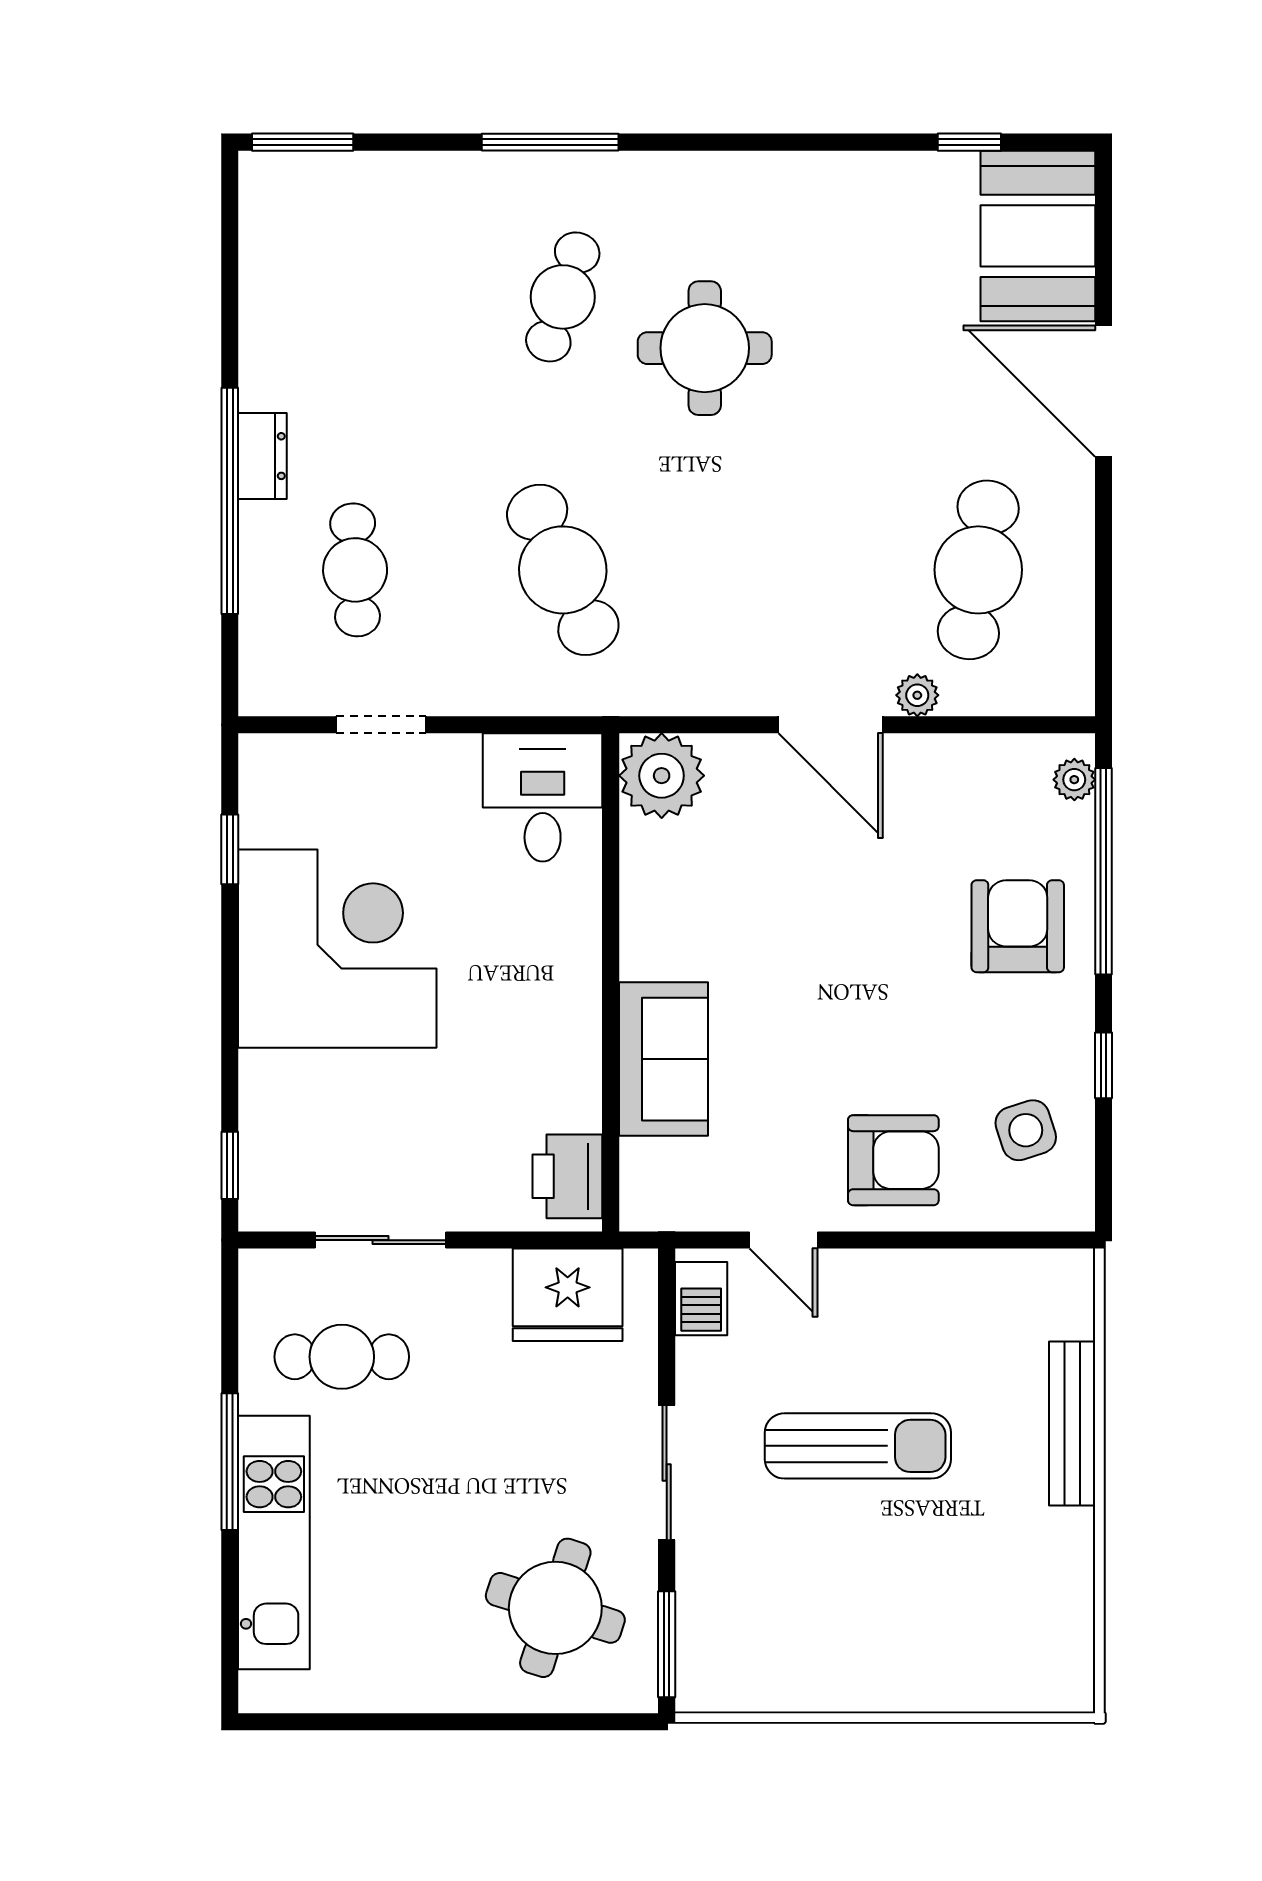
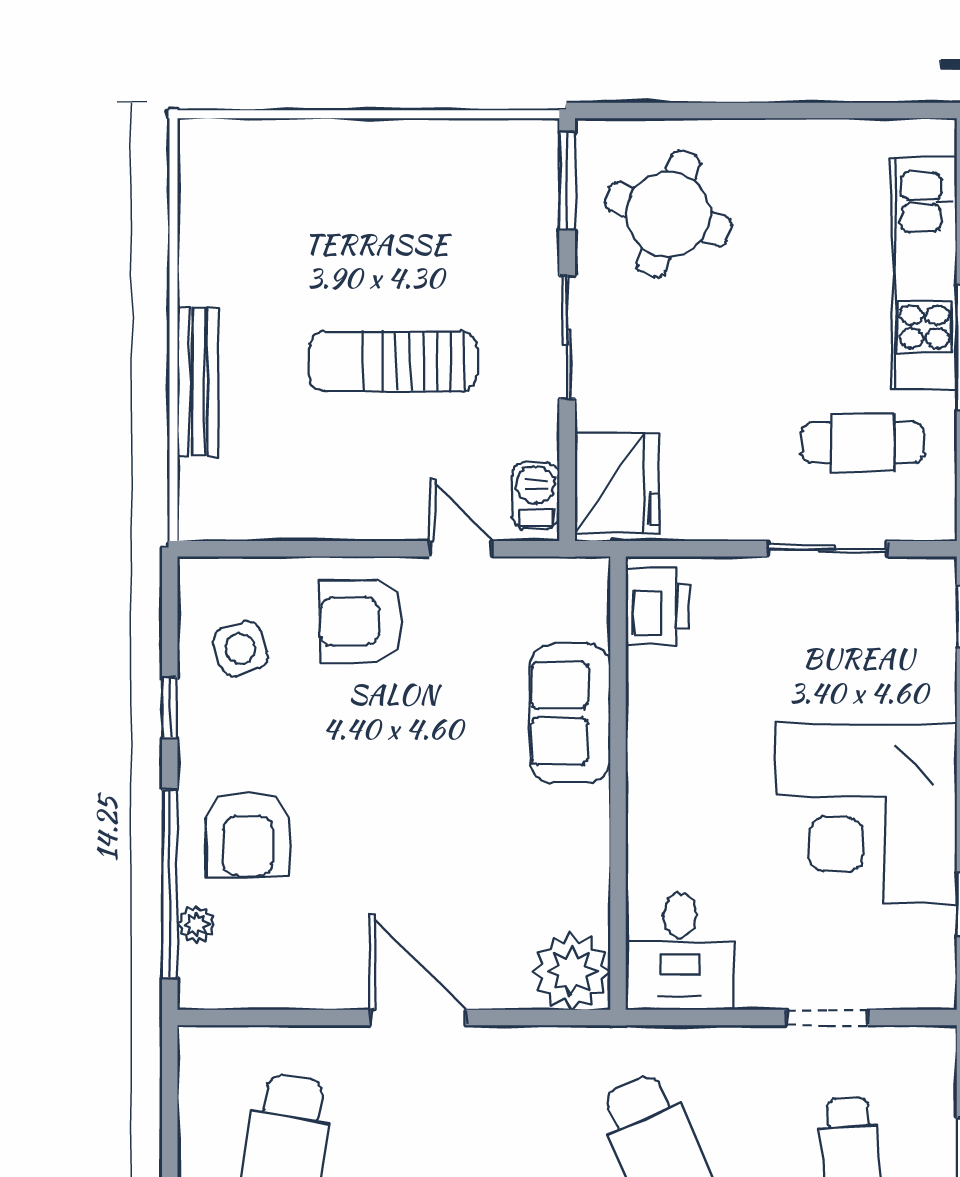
plant: (917, 695) -> (339, 1044), removed
plant: (1074, 780) -> (196, 924), moved
fridge: (568, 1295) -> (617, 483), moved, turned 90

